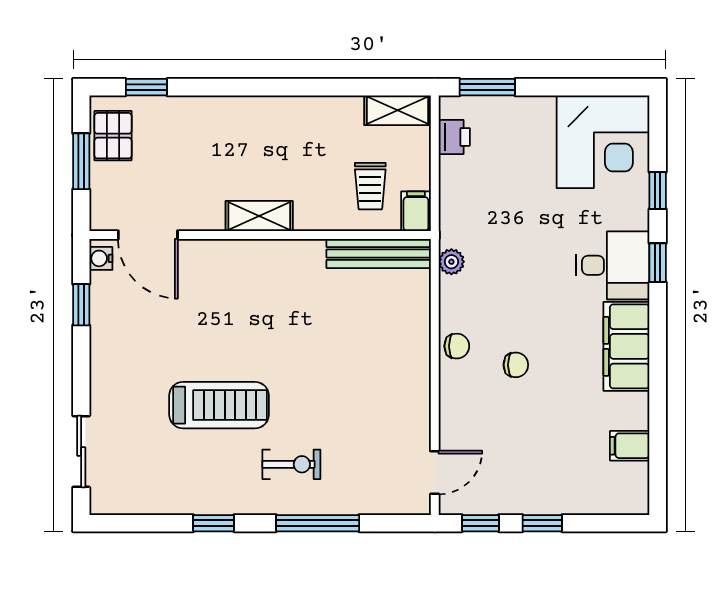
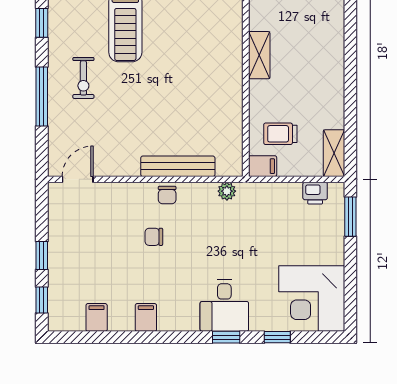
bench: (379, 254) -> (178, 166), moved, turned 90
filing cabinet: (626, 346) -> (146, 317), width x0.33, depth x0.86
chair: (516, 365) -> (154, 237), turned 90
door: (435, 473) -> (78, 179), swing flipped
window: (480, 523) -> (42, 300), moved

